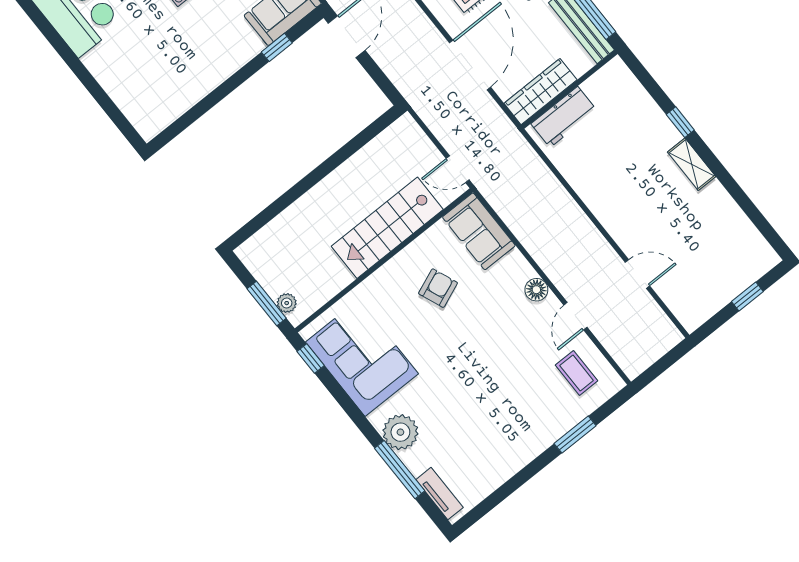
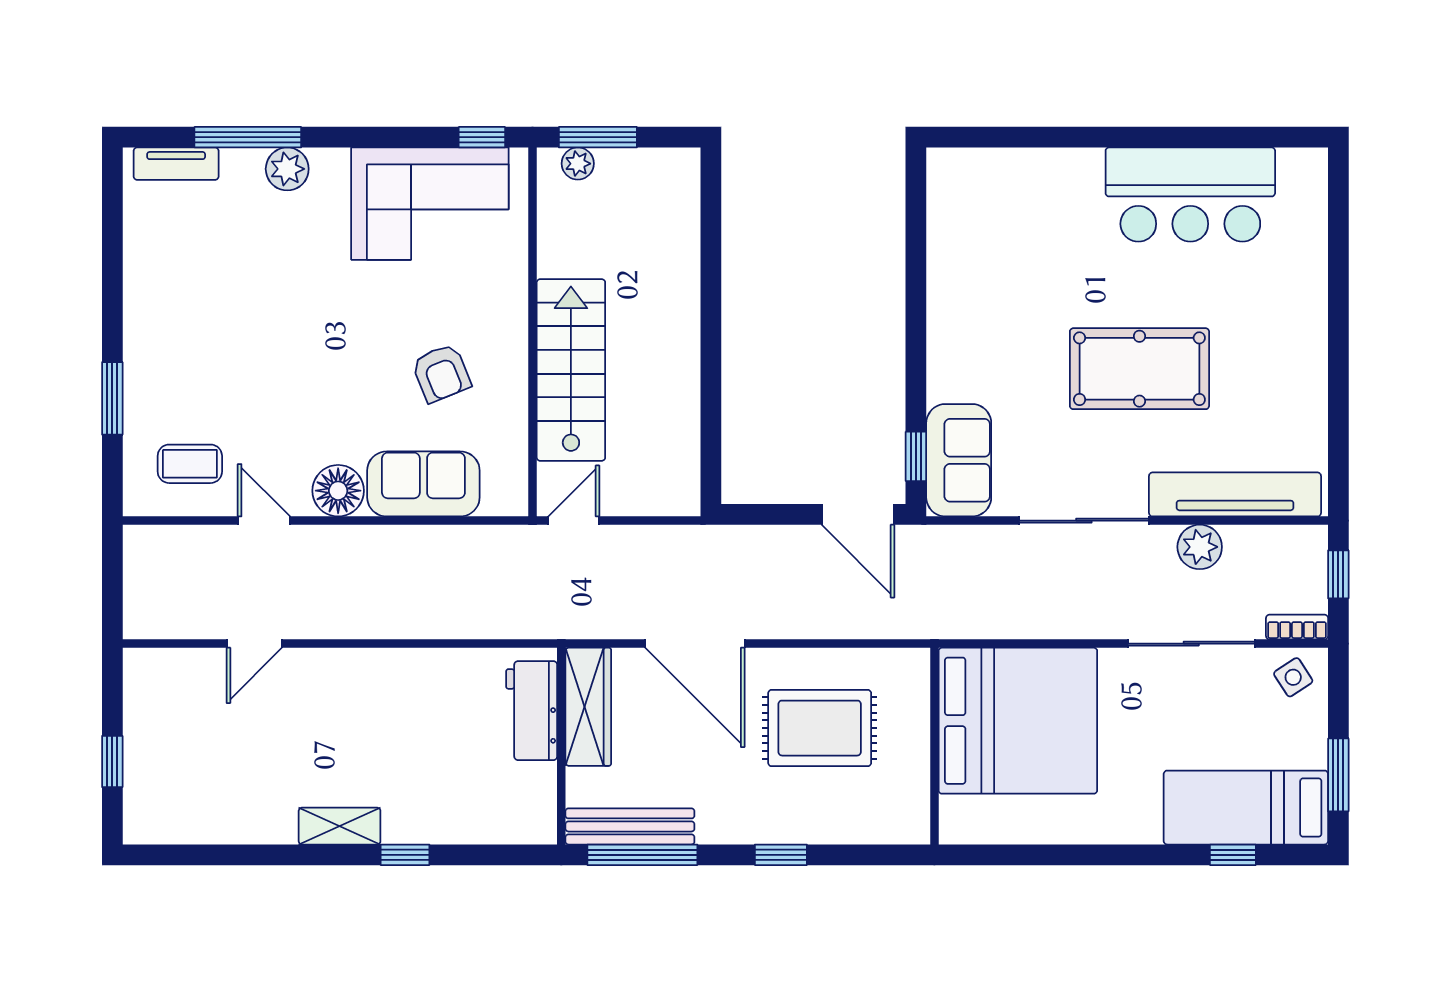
window: (277, 47) -> (916, 456), moved
sofa: (479, 231) -> (423, 484), moved
floor lamp: (536, 290) -> (338, 491), width x1.38, depth x1.38
plant: (400, 432) -> (287, 169), width x0.73, depth x0.73

